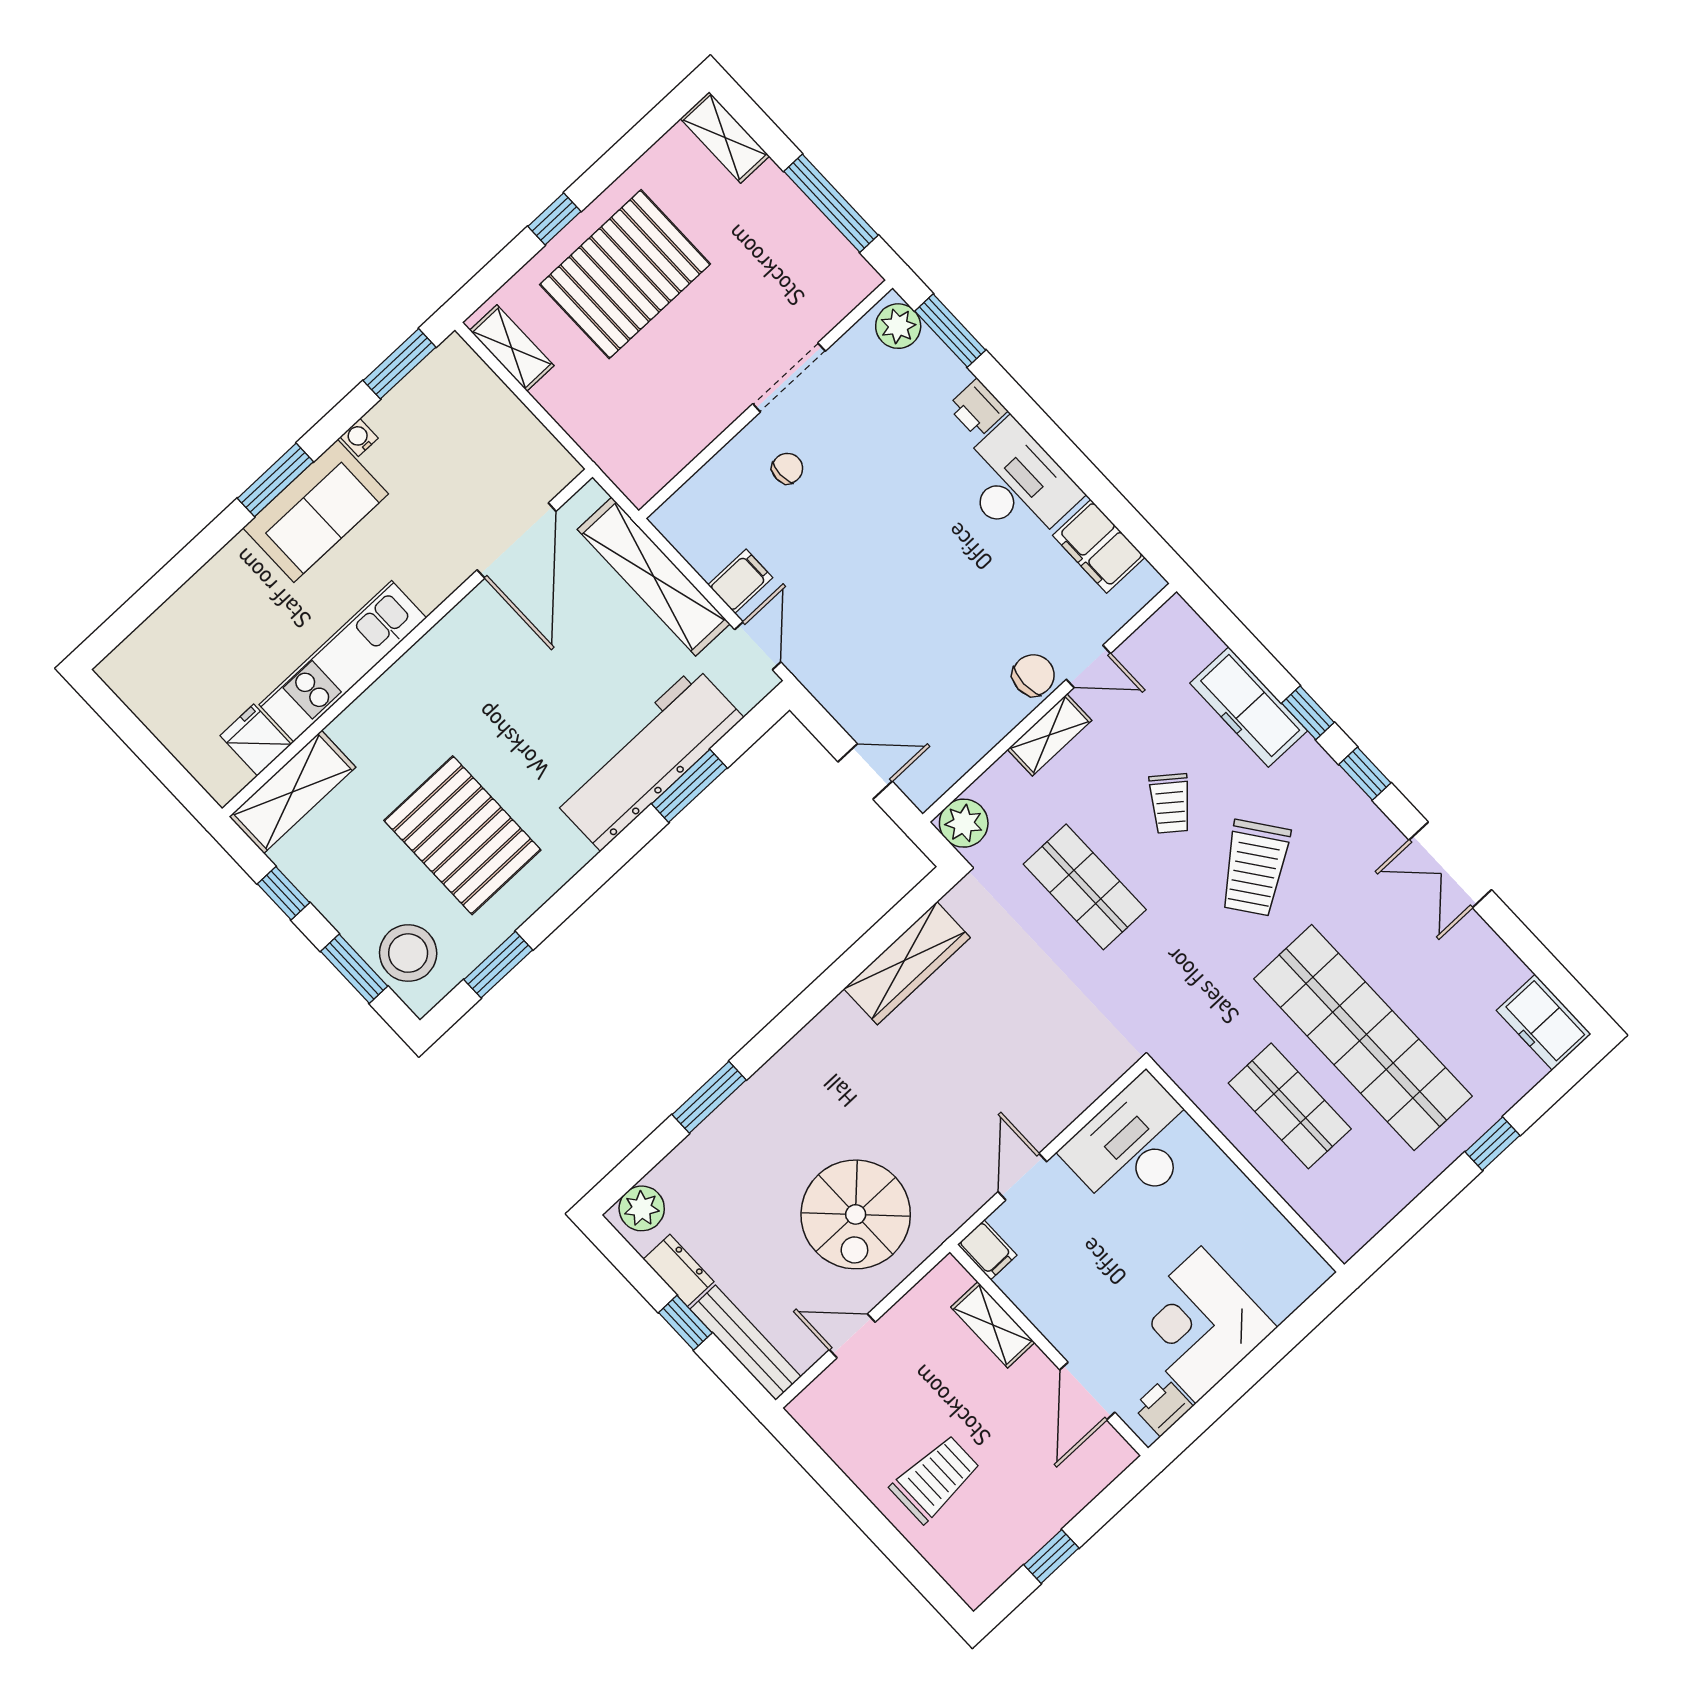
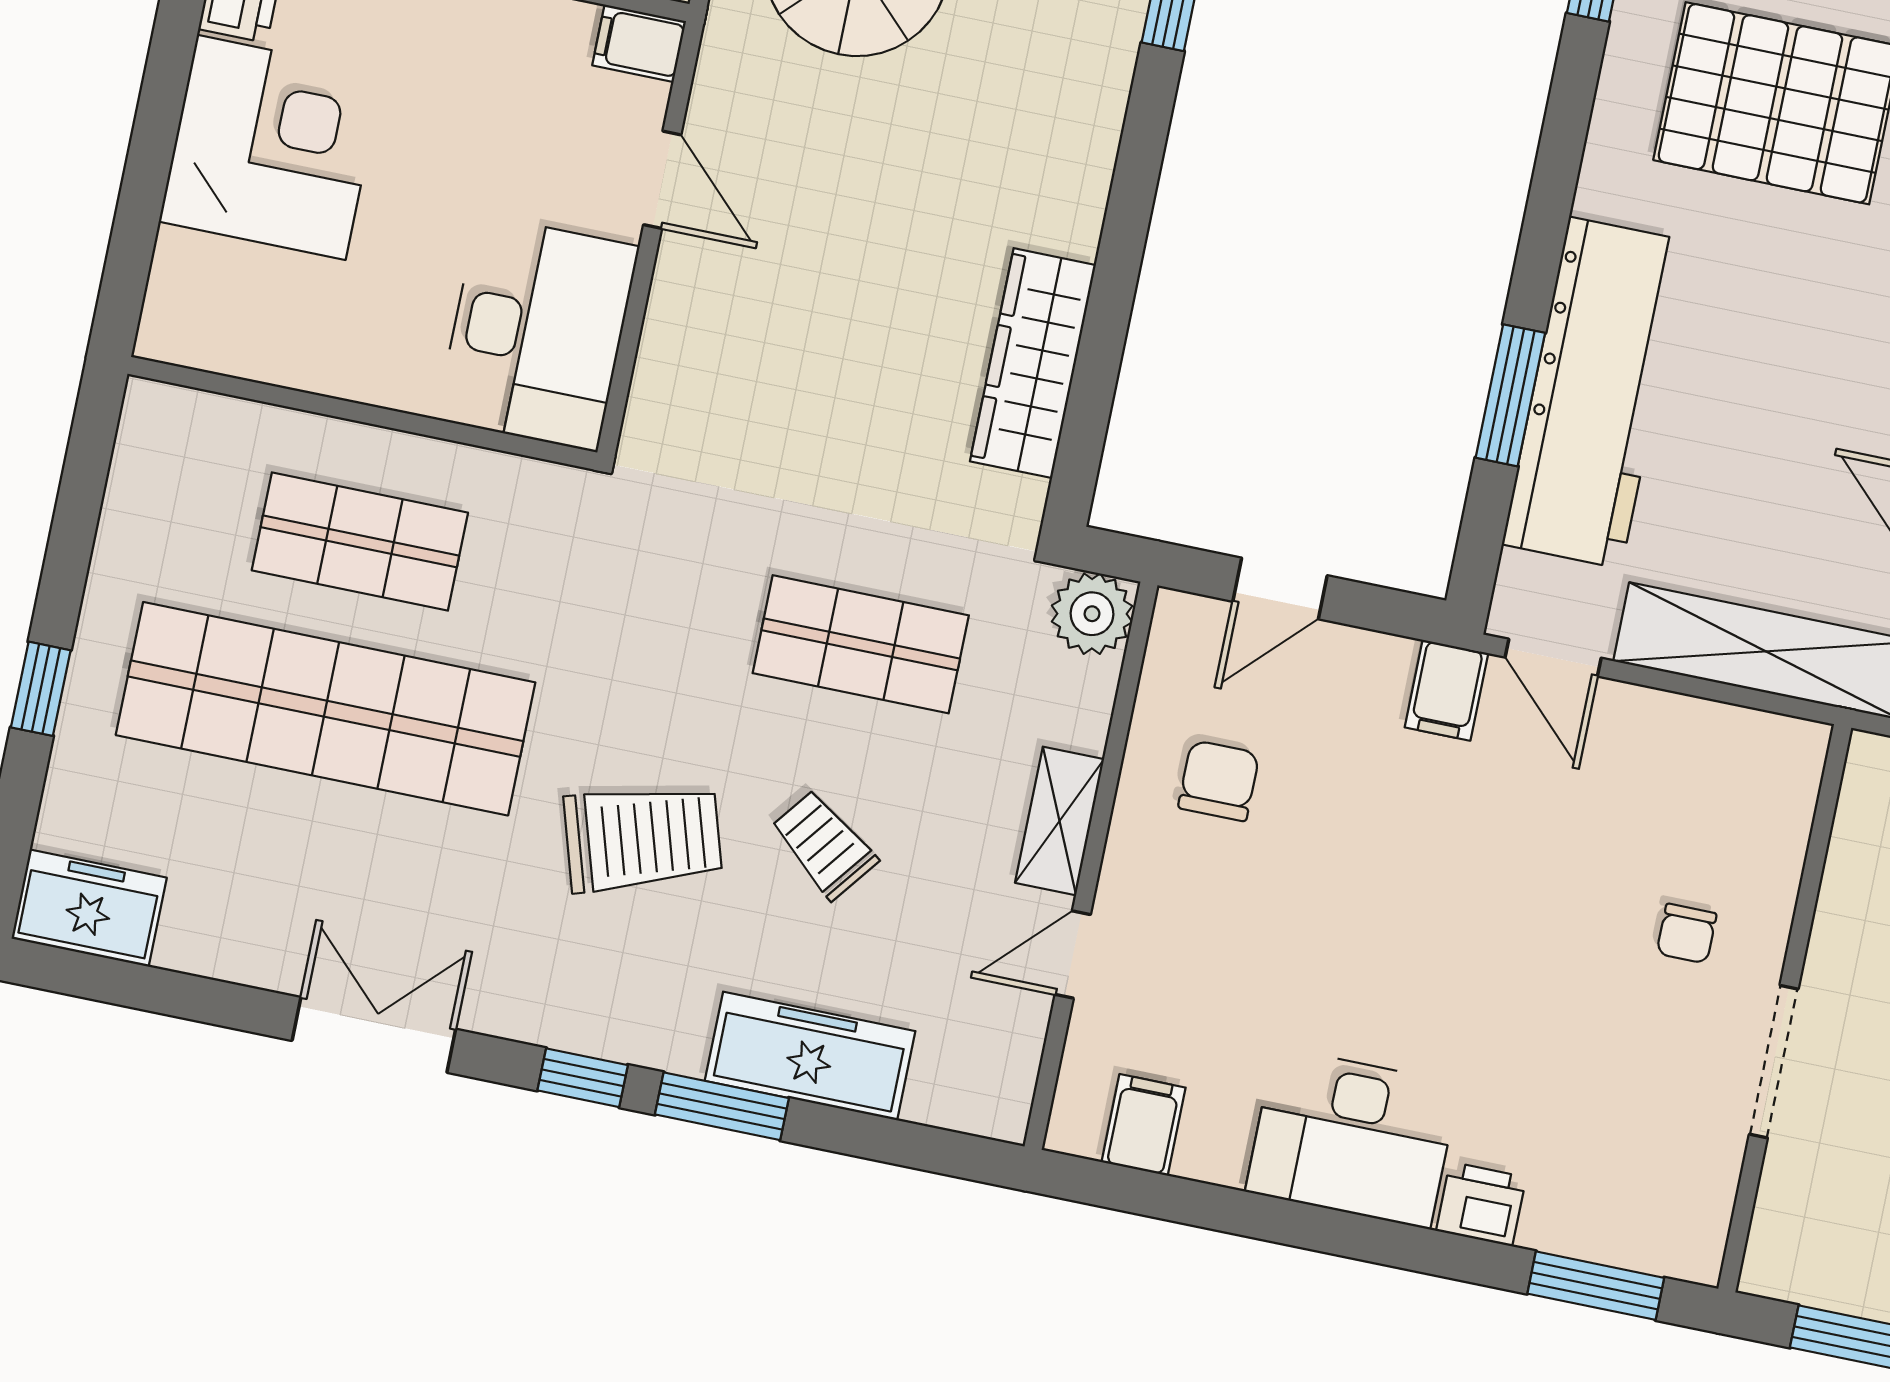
plant: (898, 326) -> (1673, 1241), removed
filing cabinet: (1099, 546) -> (1144, 1125), width x0.50
filing cabinet: (740, 581) -> (1446, 690), moved
chair: (1033, 675) -> (1219, 781), moved, turned 180
window: (1308, 713) -> (722, 1106), width x1.50
trolley: (1255, 868) -> (643, 838), turned 109

